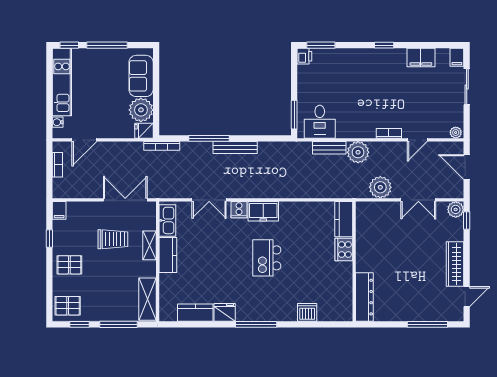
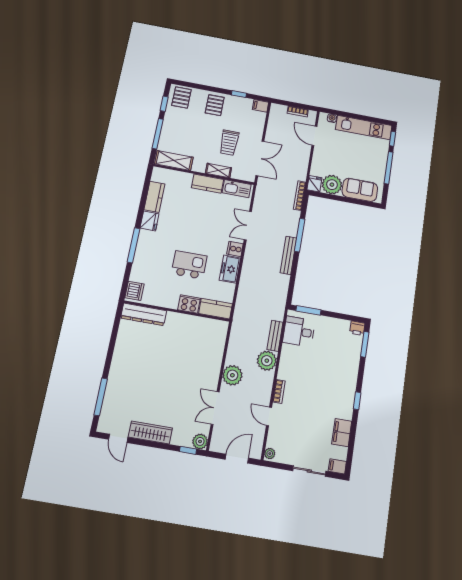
kitchen counter: (344, 219) -> (216, 309), moved
cooker: (344, 249) -> (189, 304), moved
wall: (354, 261) -> (177, 311), moved
dresser: (364, 297) -> (144, 314), moved

